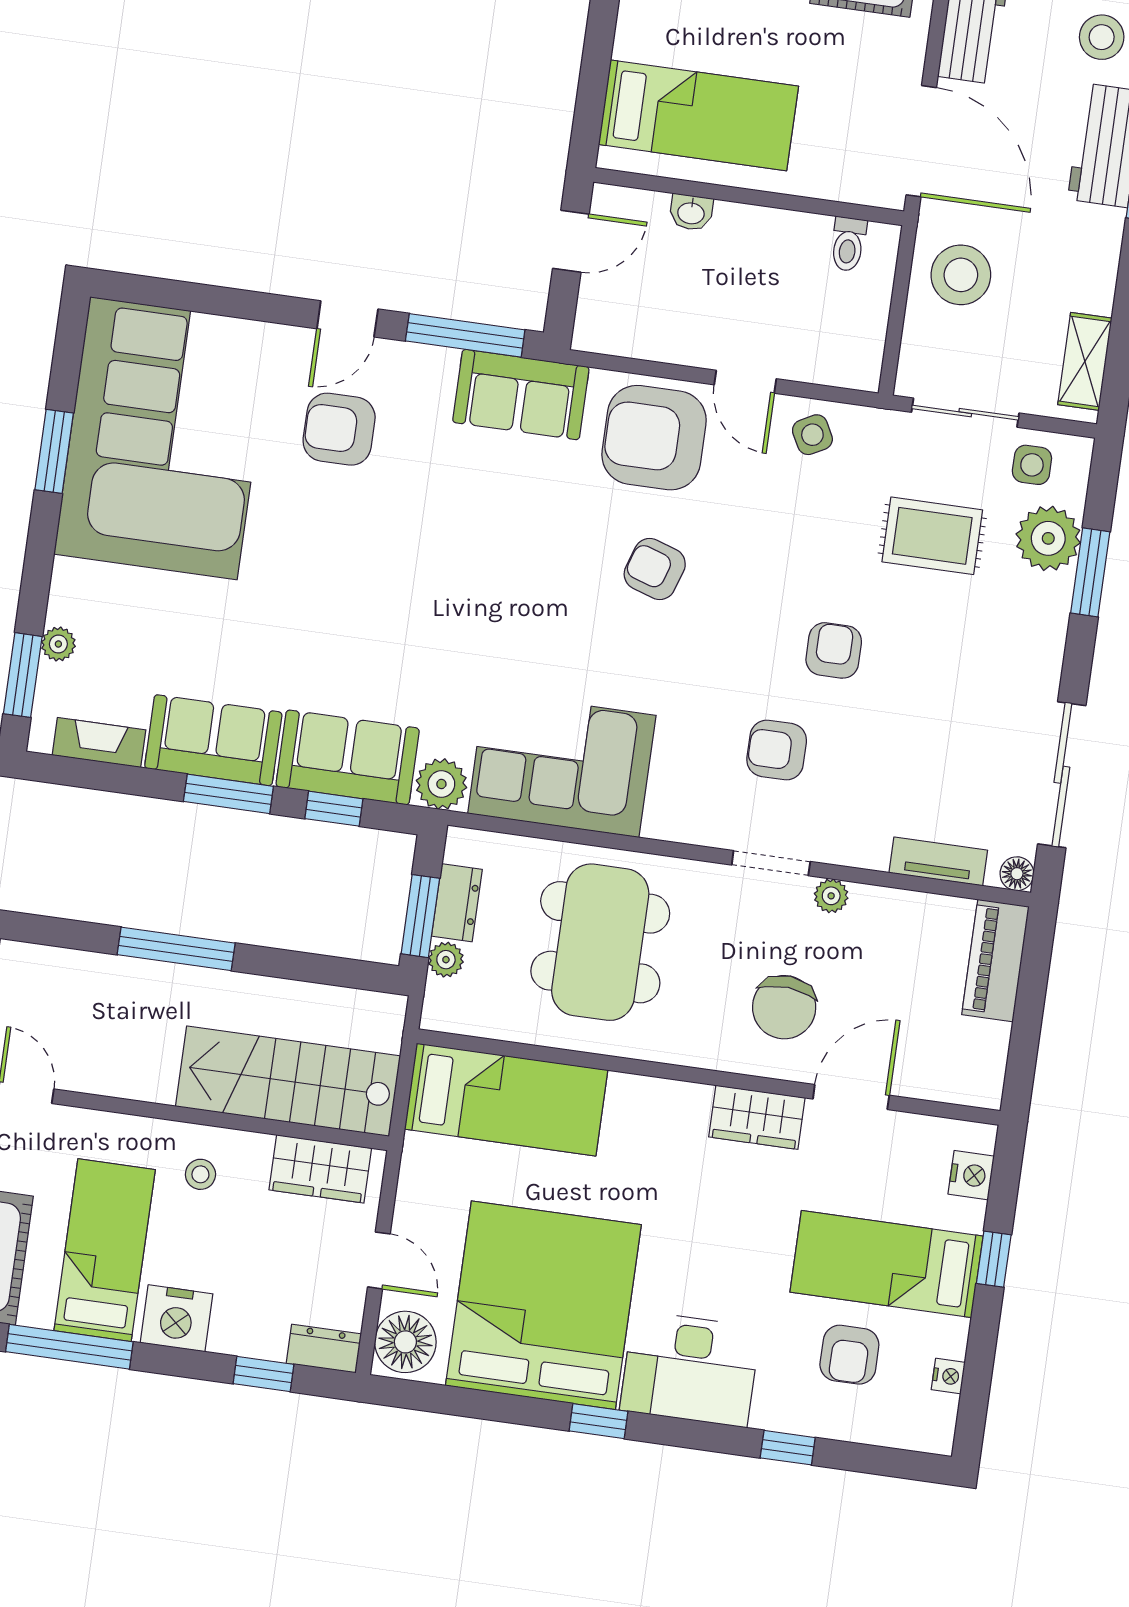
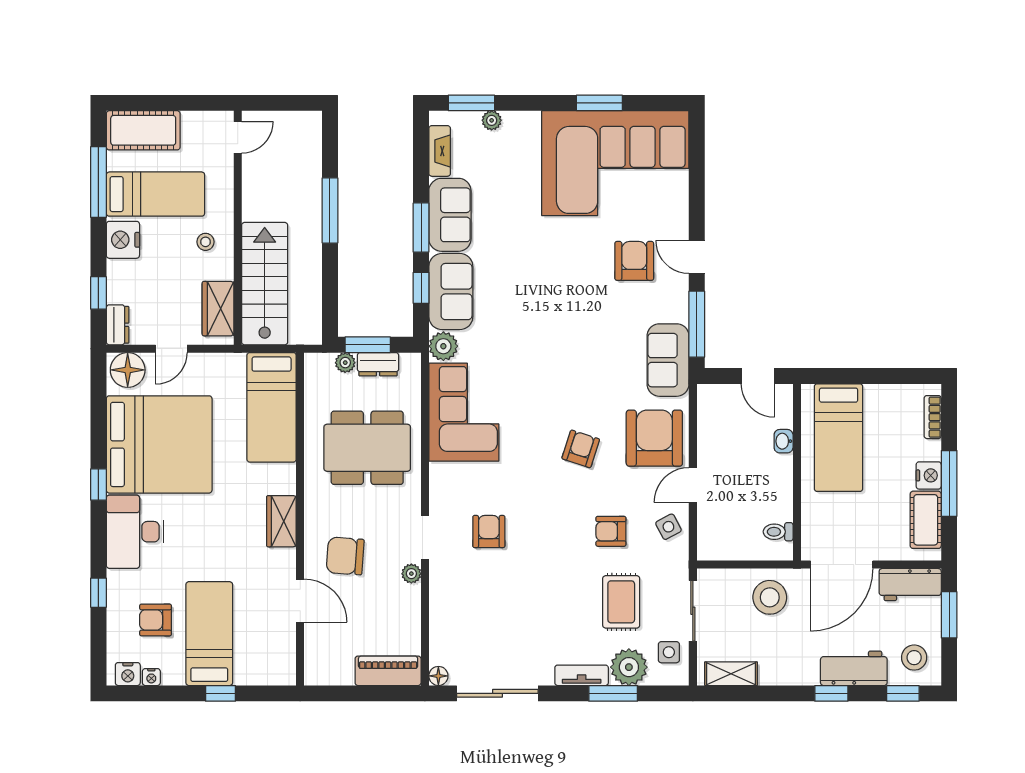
armchair: (834, 650) -> (611, 531), moved, turned 180
tv unit: (938, 861) -> (582, 675), moved, turned -90
wardrobe: (757, 1117) -> (281, 521), moved
nightstand: (971, 1175) -> (128, 674), moved

